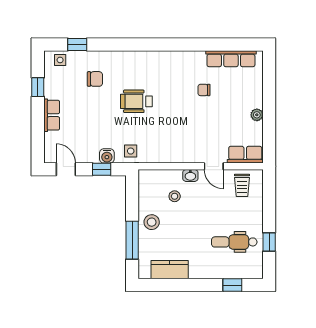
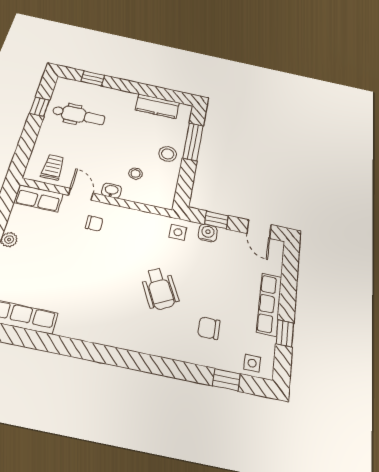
chair: (204, 90) -> (94, 223), moved
wheelchair: (136, 101) -> (160, 289), turned 63
row of seats: (52, 115) -> (269, 304), width x1.48

